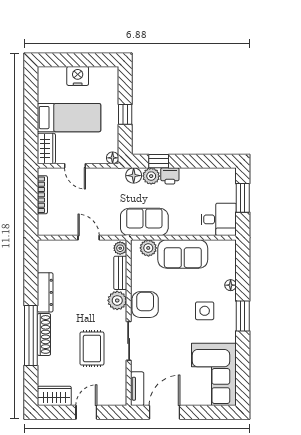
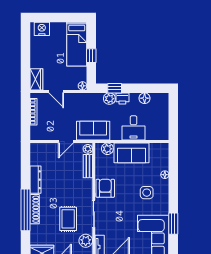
nightstand: (78, 76) -> (42, 29), moved
bed: (69, 118) -> (77, 44), moved, turned 90
floor lamp: (134, 176) -> (145, 98), moved
window: (243, 198) -> (173, 114), removed
desk: (219, 219) -> (134, 128), moved, turned 90
sofa: (144, 222) -> (93, 131), moved
door: (89, 238) -> (66, 142), swing flipped
plant: (117, 300) -> (86, 241), moved
window: (243, 316) -> (173, 224), moved

